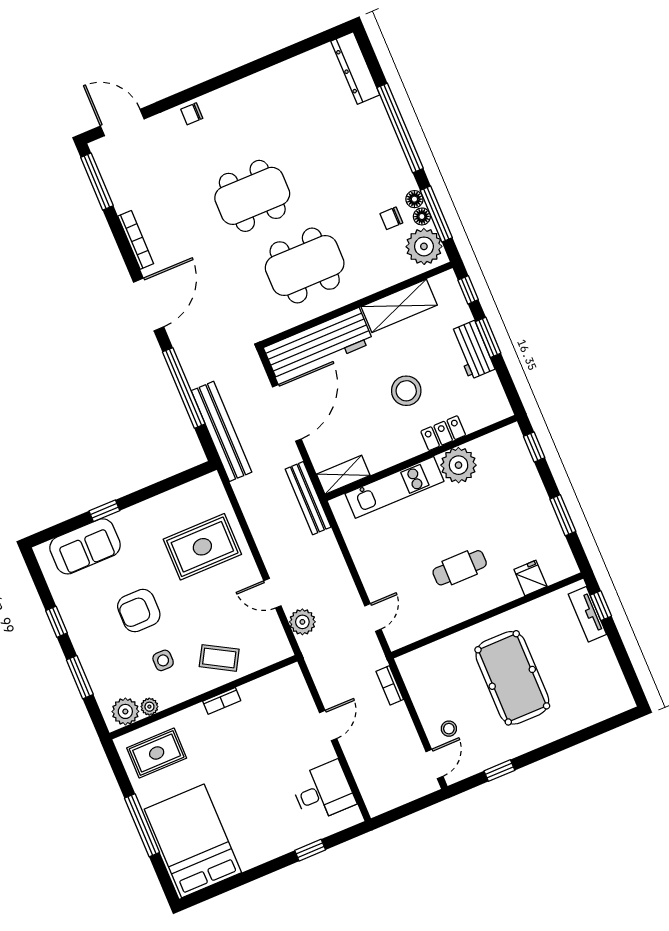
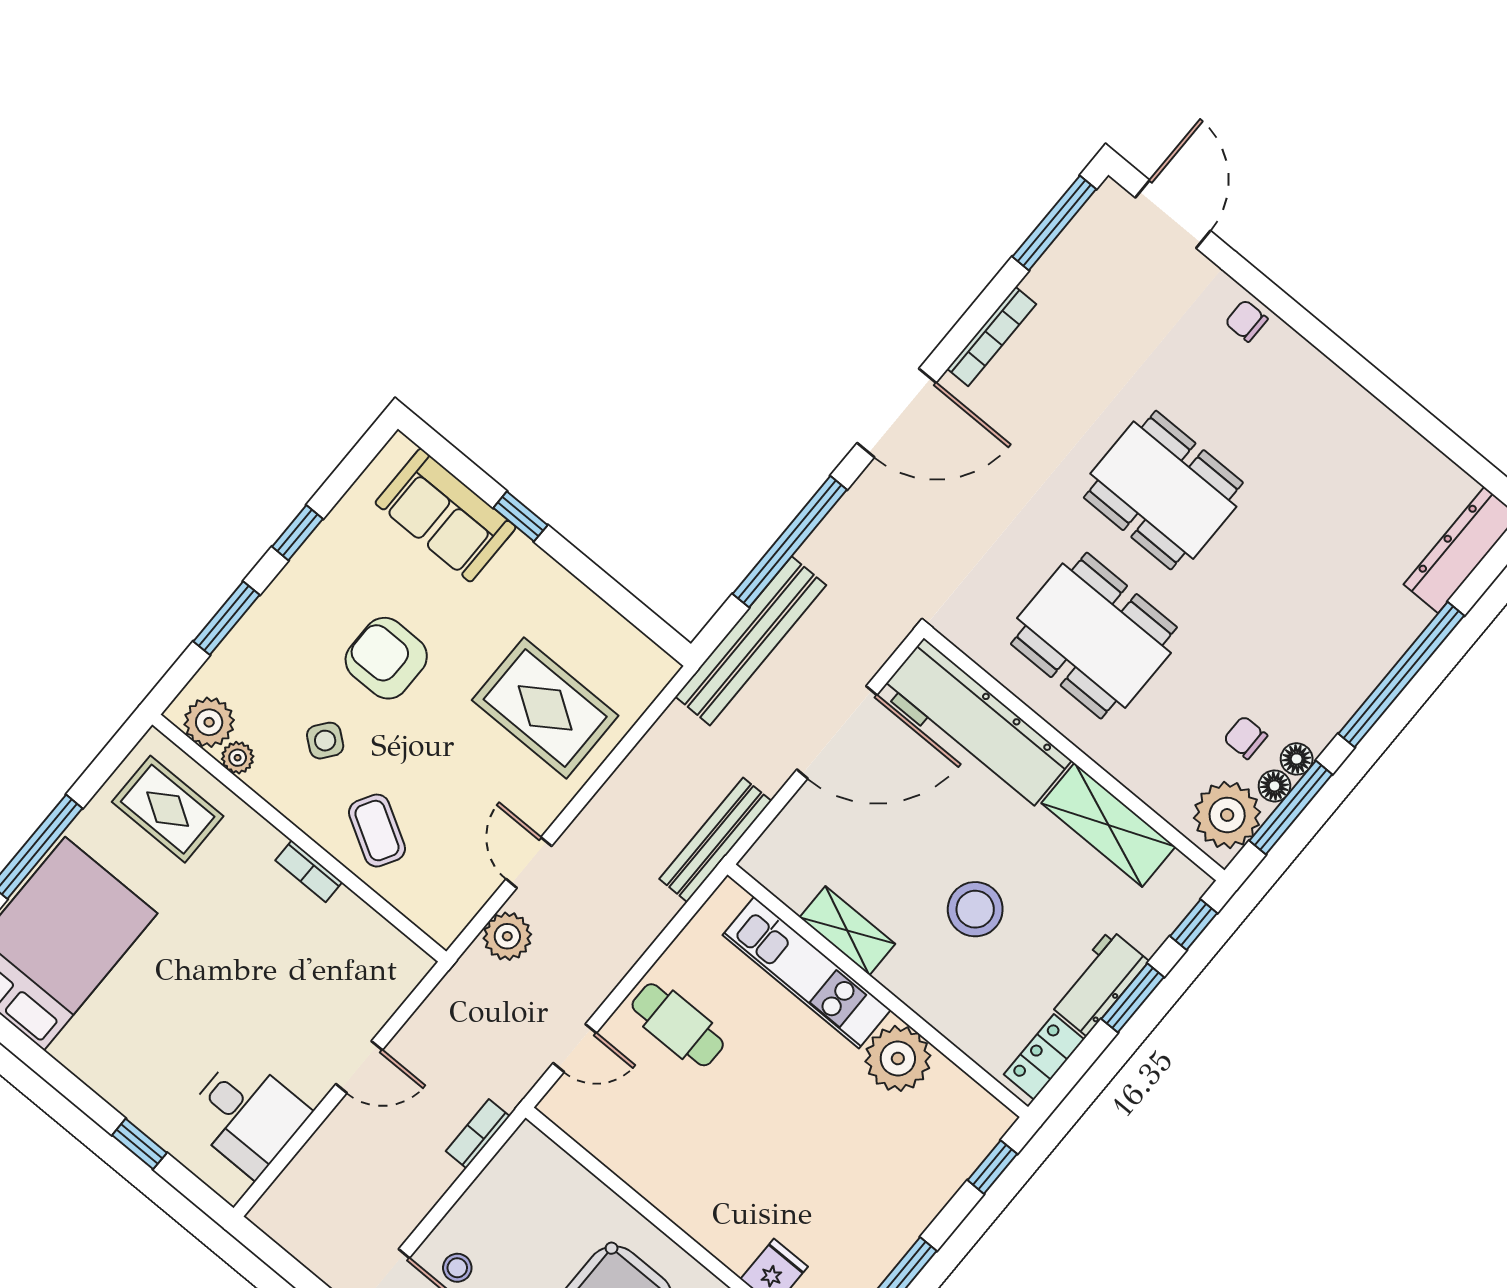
locker: (443, 433) -> (1044, 1057), moved, turned -90
shelving: (343, 475) -> (847, 931), moved
cafe table: (460, 568) -> (678, 1025), moved
side table: (163, 660) -> (325, 741), turned 38

